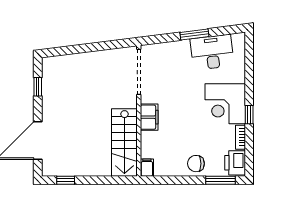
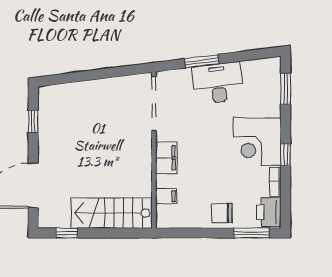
window: (194, 34) -> (202, 61), moved
desk: (212, 52) -> (218, 83), moved
window: (249, 59) -> (286, 89), added
stairs: (124, 143) -> (112, 213), moved, turned 90
filing cabinet: (147, 168) -> (166, 196), moved, turned 90

